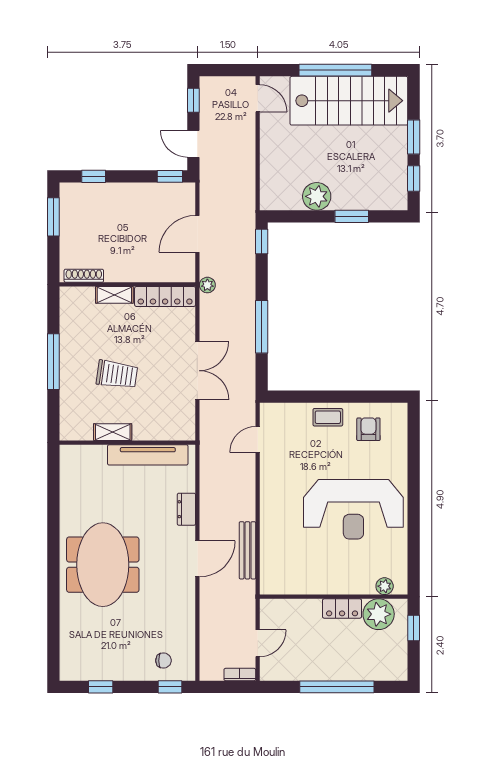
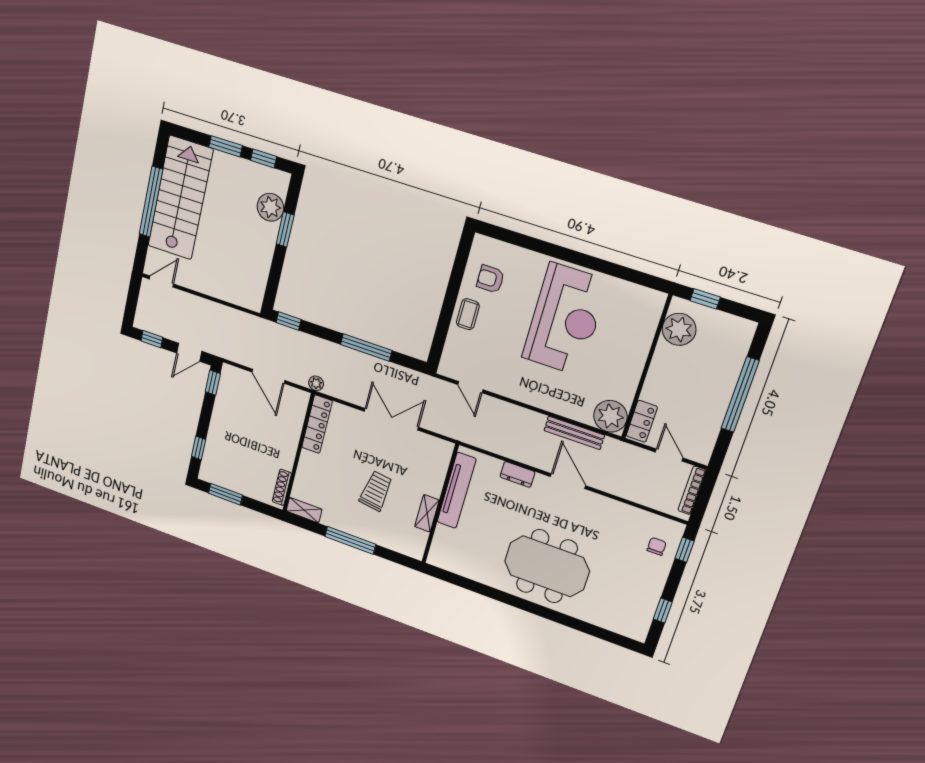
plant: (317, 196) -> (270, 207), moved
shelving: (114, 295) -> (304, 510), moved, turned 90
plant: (385, 586) -> (610, 416), moved, width x1.87, depth x1.87
locker: (342, 609) -> (642, 421), moved
bookcase: (240, 674) -> (692, 490), width x1.56

